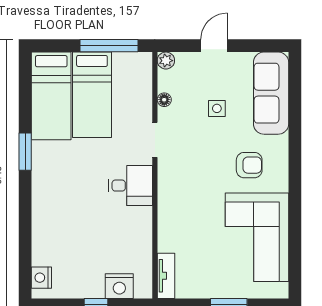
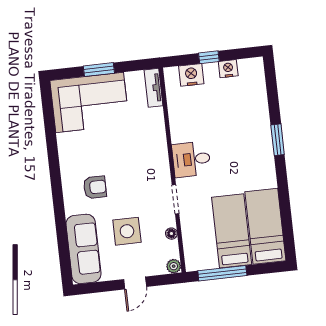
side table: (217, 108) -> (127, 231), width x1.87, depth x1.87
window: (25, 152) -> (278, 140), moved
armchair: (249, 165) -> (95, 187), turned 180
corner sofa: (257, 237) -> (90, 102), moved, turned 90
nightstand: (41, 278) -> (228, 69), moved, turned -90

